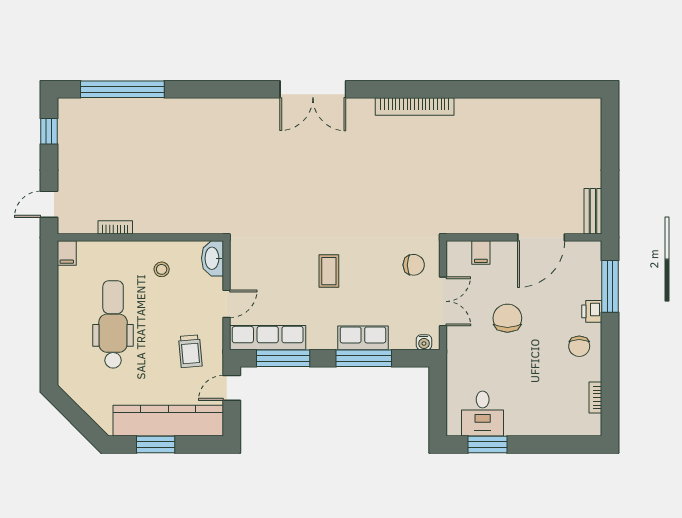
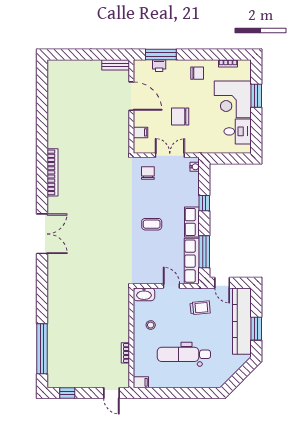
printer: (592, 311) -> (159, 66), moved
row of seats: (363, 338) -> (192, 222), moved
window: (364, 358) -> (204, 203), width x0.46
corner desk: (536, 405) -> (233, 99), added
window: (488, 444) -> (256, 96), moved

